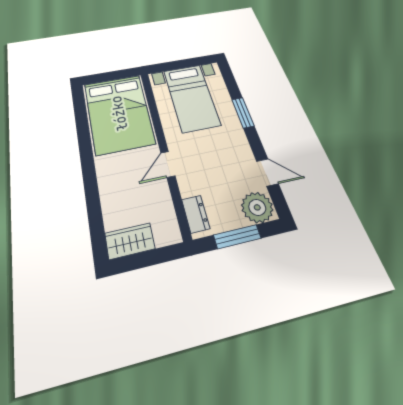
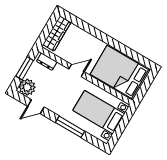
window: (243, 113) -> (70, 127), width x1.44
door: (168, 164) -> (76, 70), hinge flipped
wardrobe: (130, 241) -> (57, 33), width x1.50

